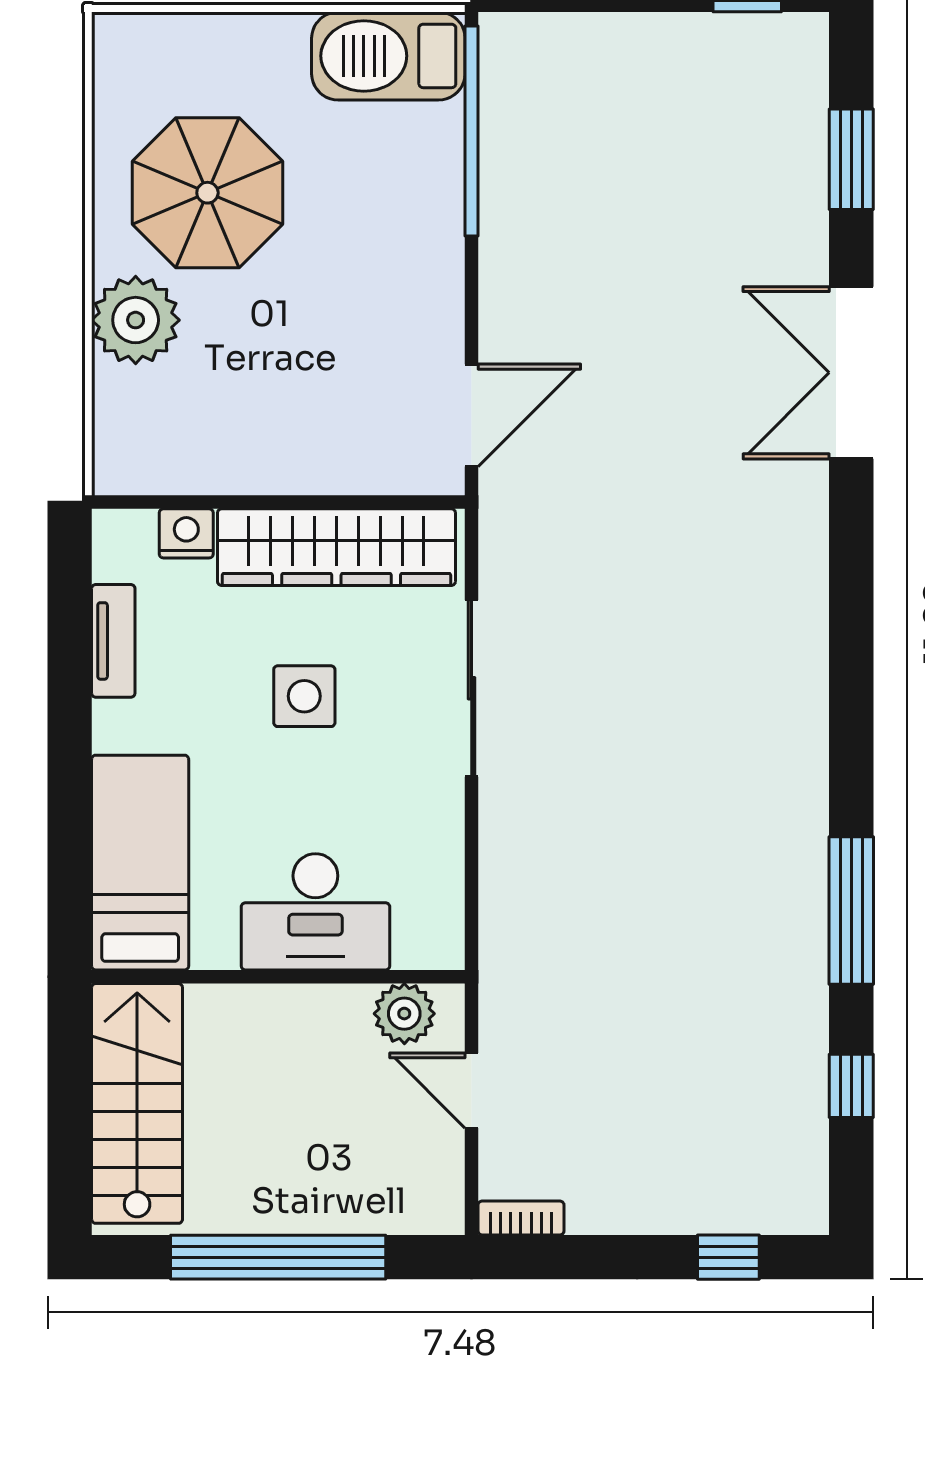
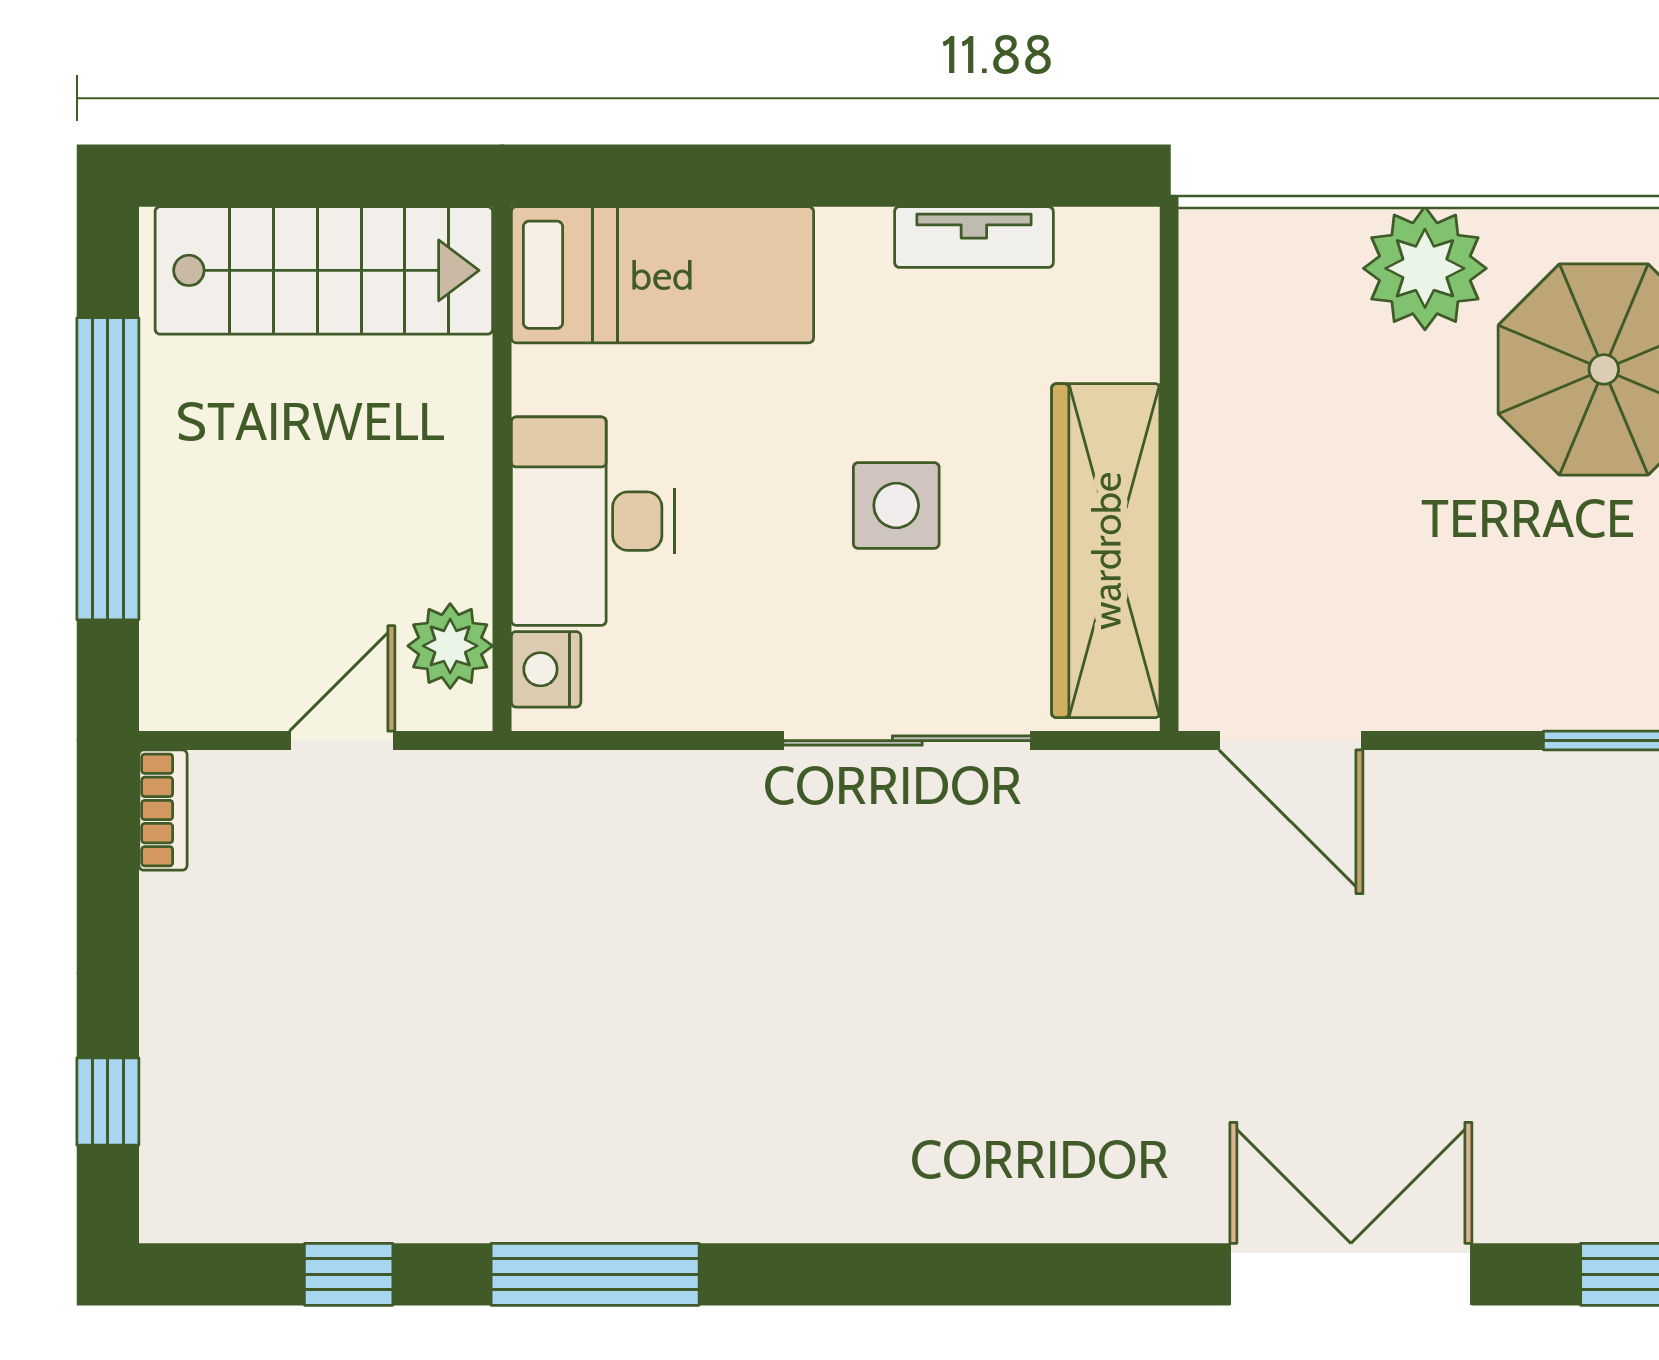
nightstand: (186, 533) -> (546, 669), moved, turned 180

